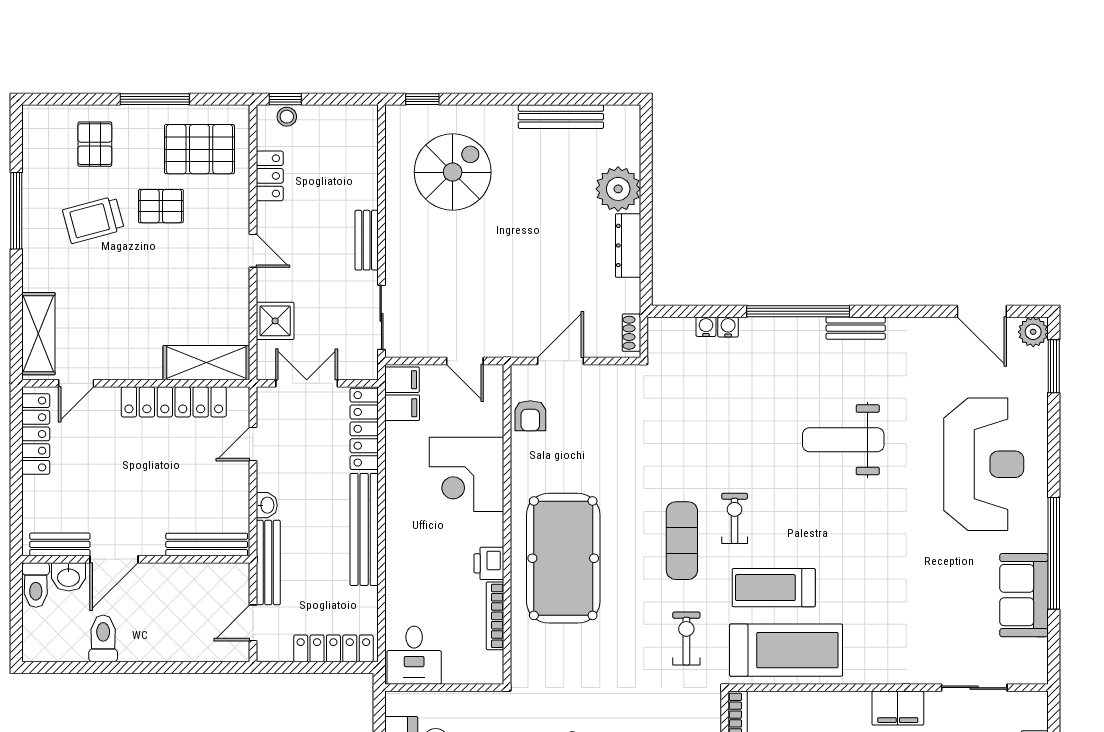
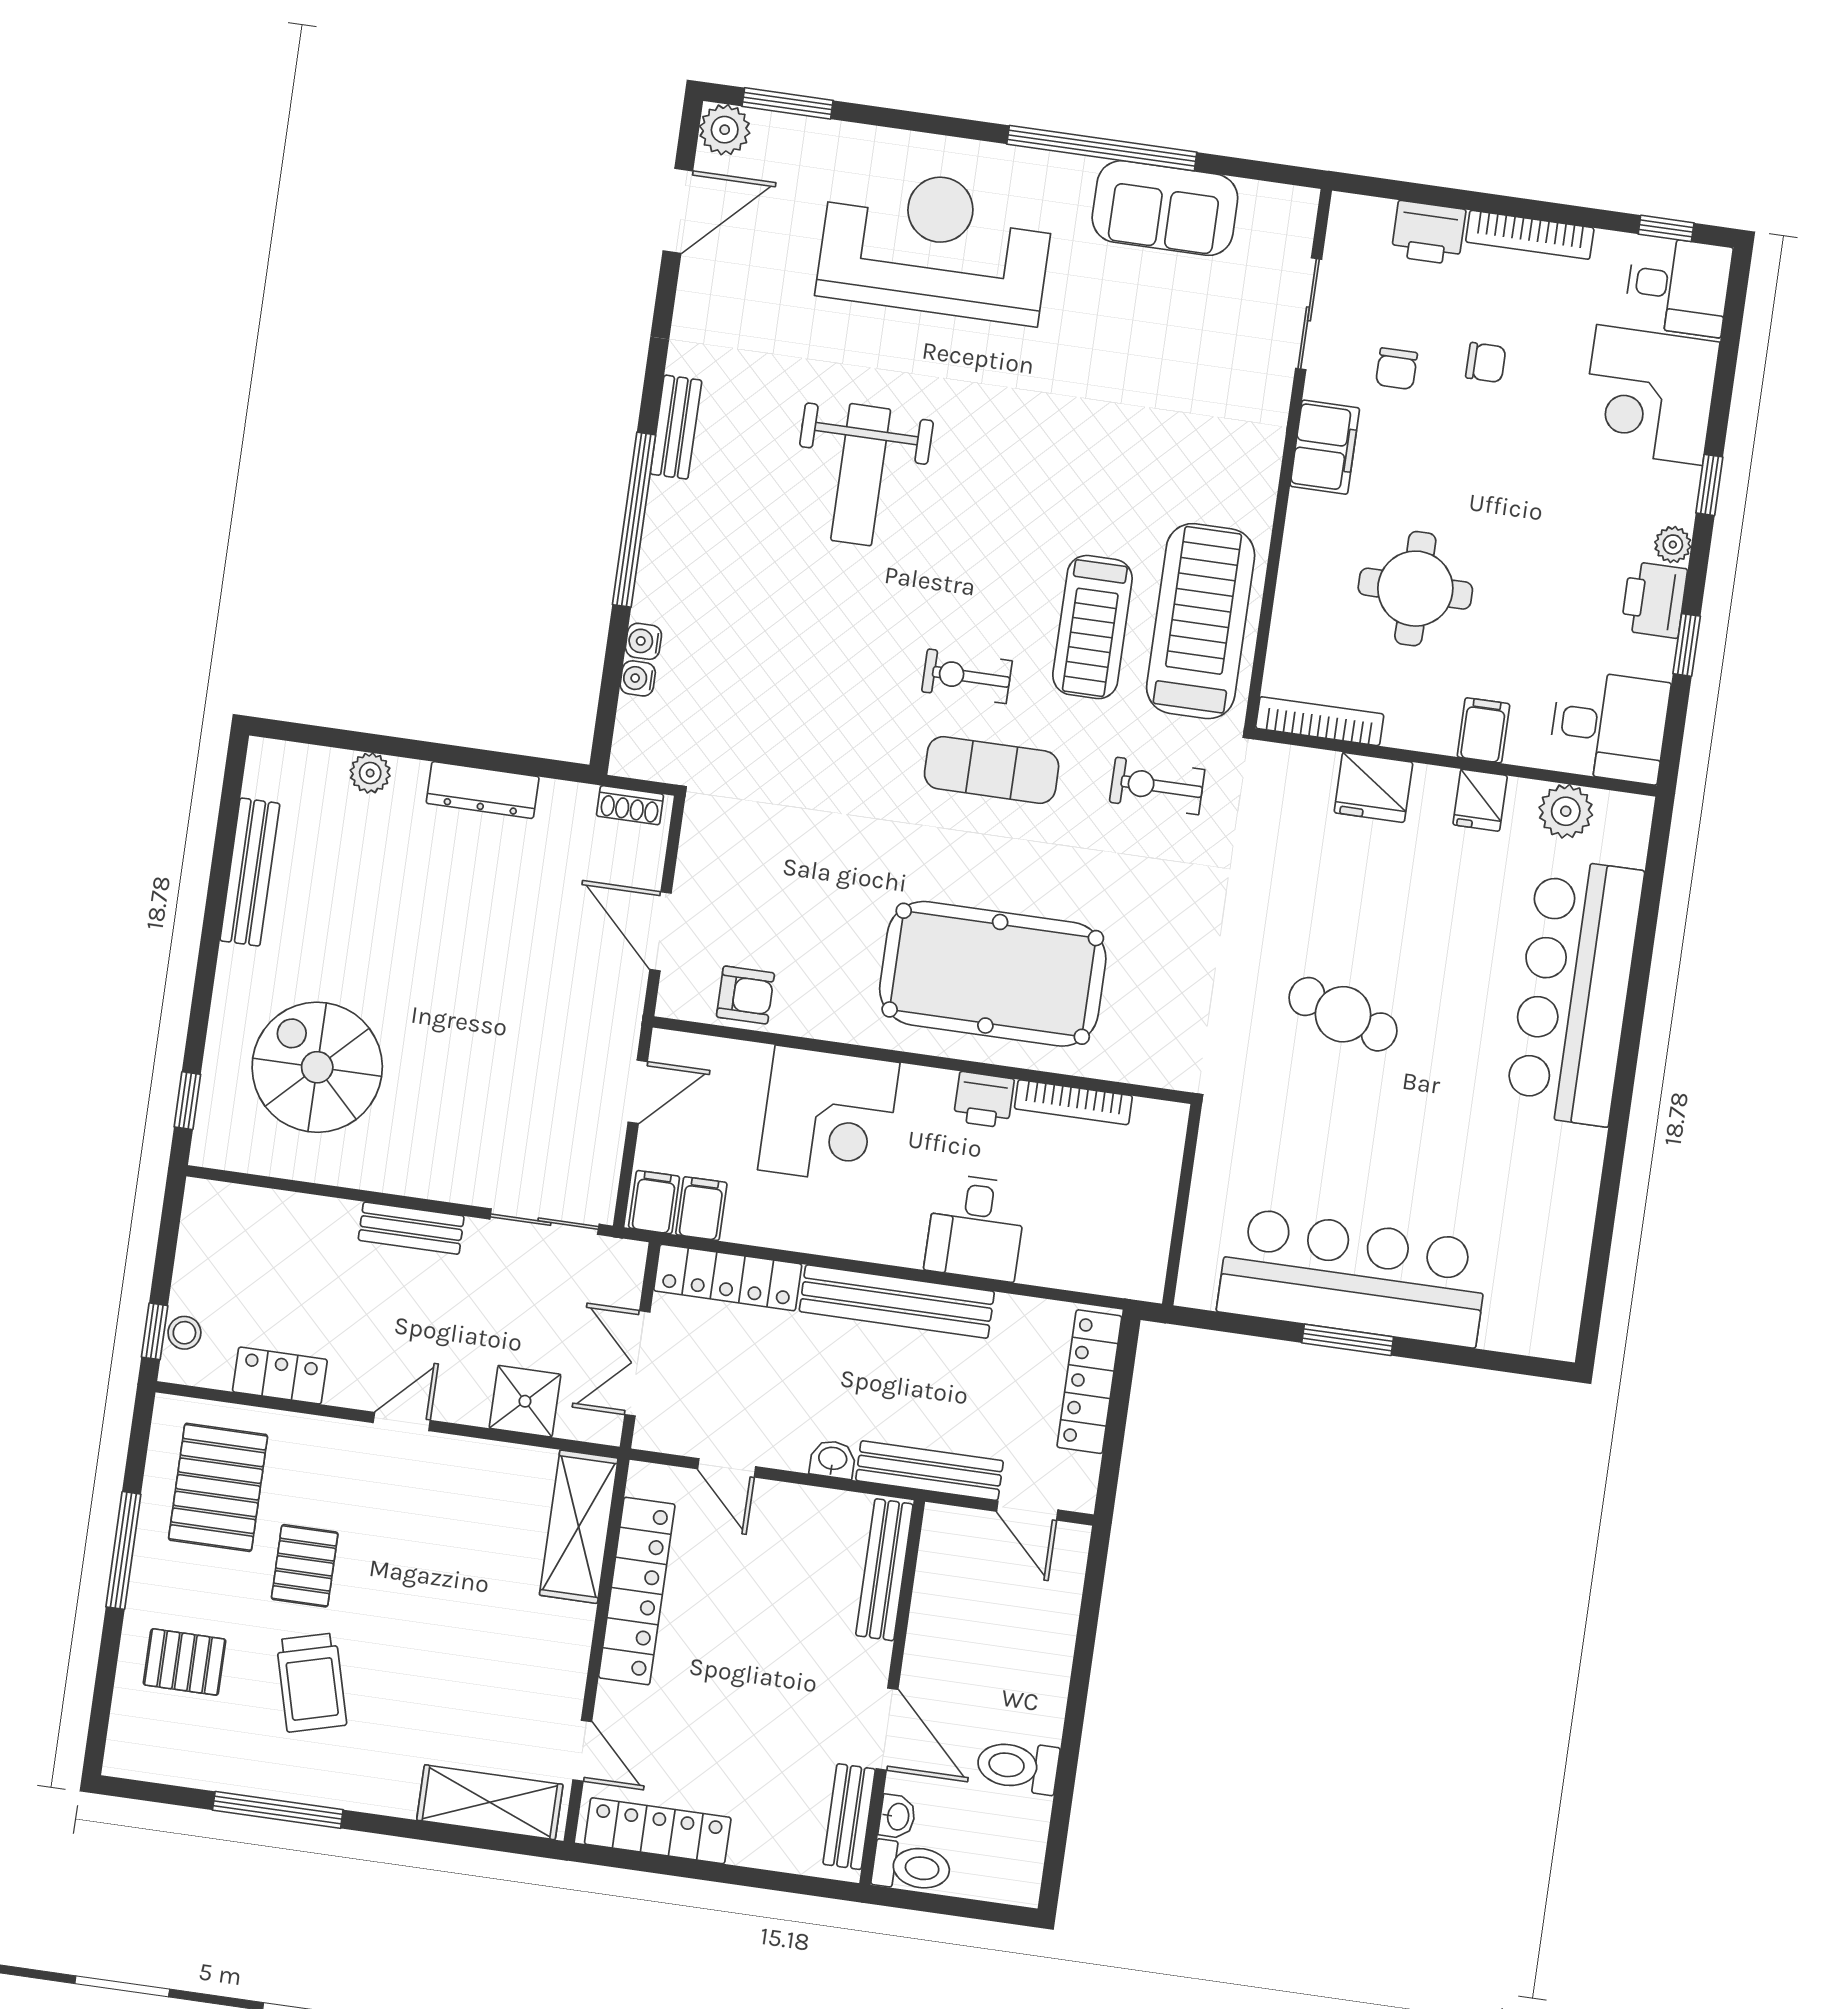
plant: (618, 189) -> (370, 773), width x0.53, depth x0.53
washbasin: (69, 577) -> (897, 1817), width x0.72, depth x0.69
desk: (414, 655) -> (976, 1227), moved, turned 90

